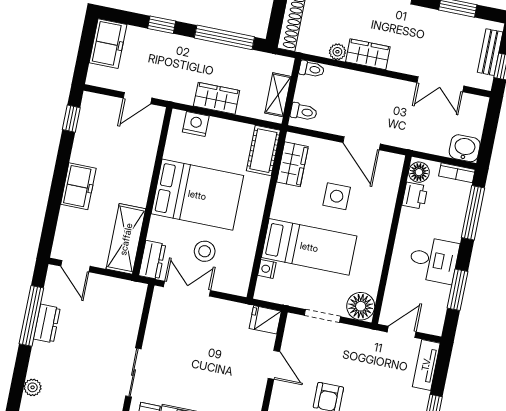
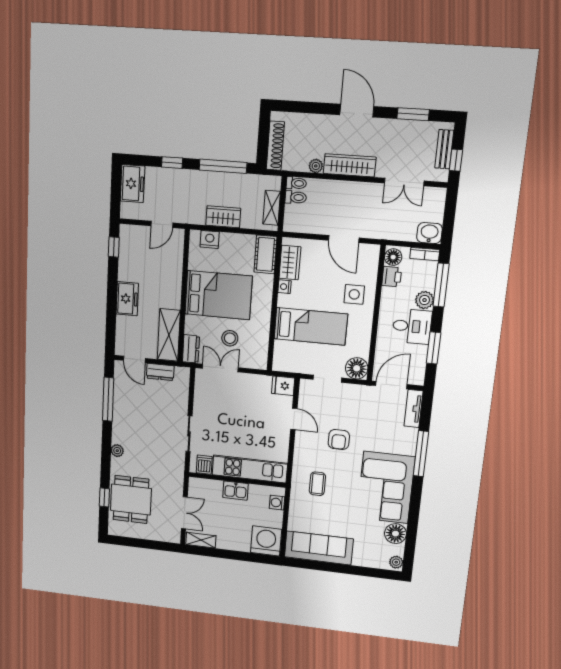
wardrobe: (368, 54) -> (350, 165), width x1.50
toilet: (304, 112) -> (296, 197), moved
side table: (337, 196) -> (354, 294), moved
plant: (452, 229) -> (425, 300), added
nightstand: (267, 269) -> (284, 287), moved
dresser: (47, 323) -> (160, 372), moved, turned 90
door: (402, 332) -> (391, 385), width x1.38

